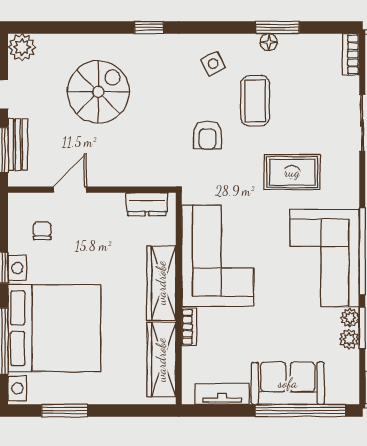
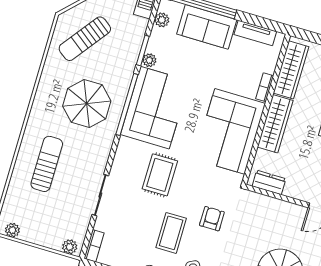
rug: (292, 172) -> (160, 175), turned 90
plant: (349, 339) -> (162, 20), moved

